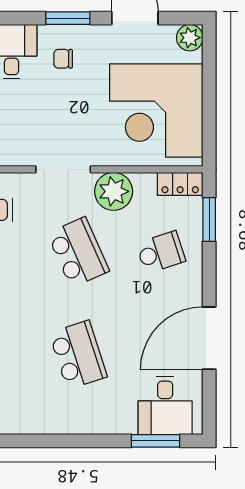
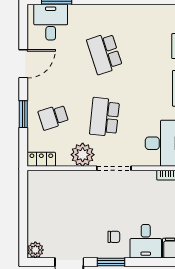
corner desk: (156, 110) -> (56, 205), removed
window: (209, 219) -> (23, 114), moved
school desk: (78, 252) -> (105, 117), turned 30
door: (209, 338) -> (23, 64), width x0.73

